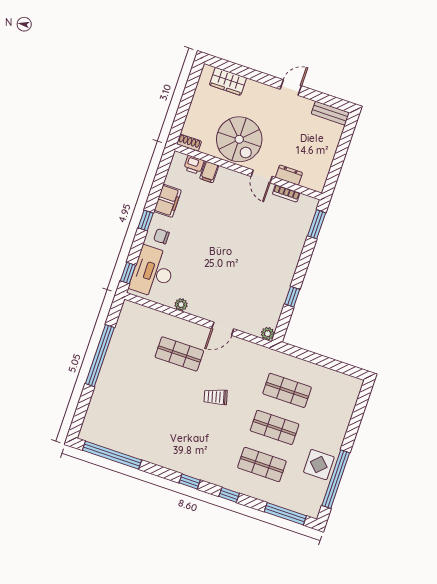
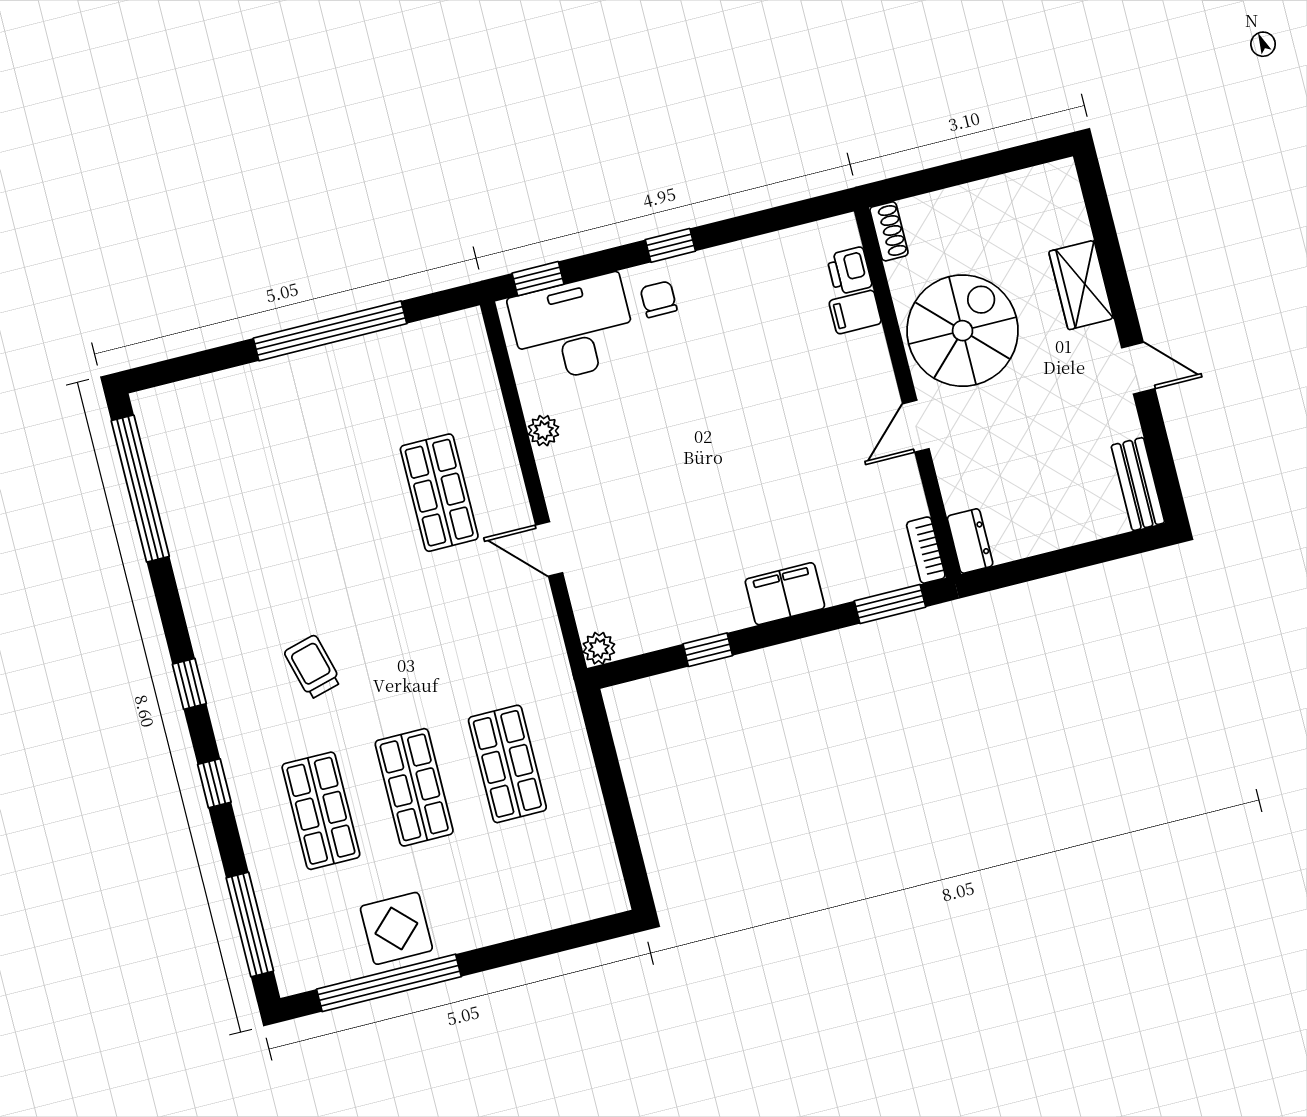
wardrobe: (228, 81) -> (1081, 285), moved
spiral stairs: (239, 139) -> (963, 331), turned 180
dresser: (289, 175) -> (970, 541), moved
bookcase: (286, 193) -> (926, 550), moved
filing cabinet: (168, 201) -> (785, 594), moved, turned 180
trolley: (216, 397) -> (313, 667), moved

